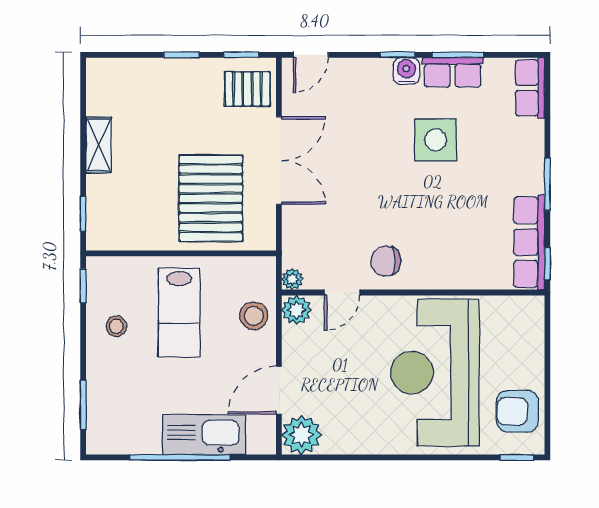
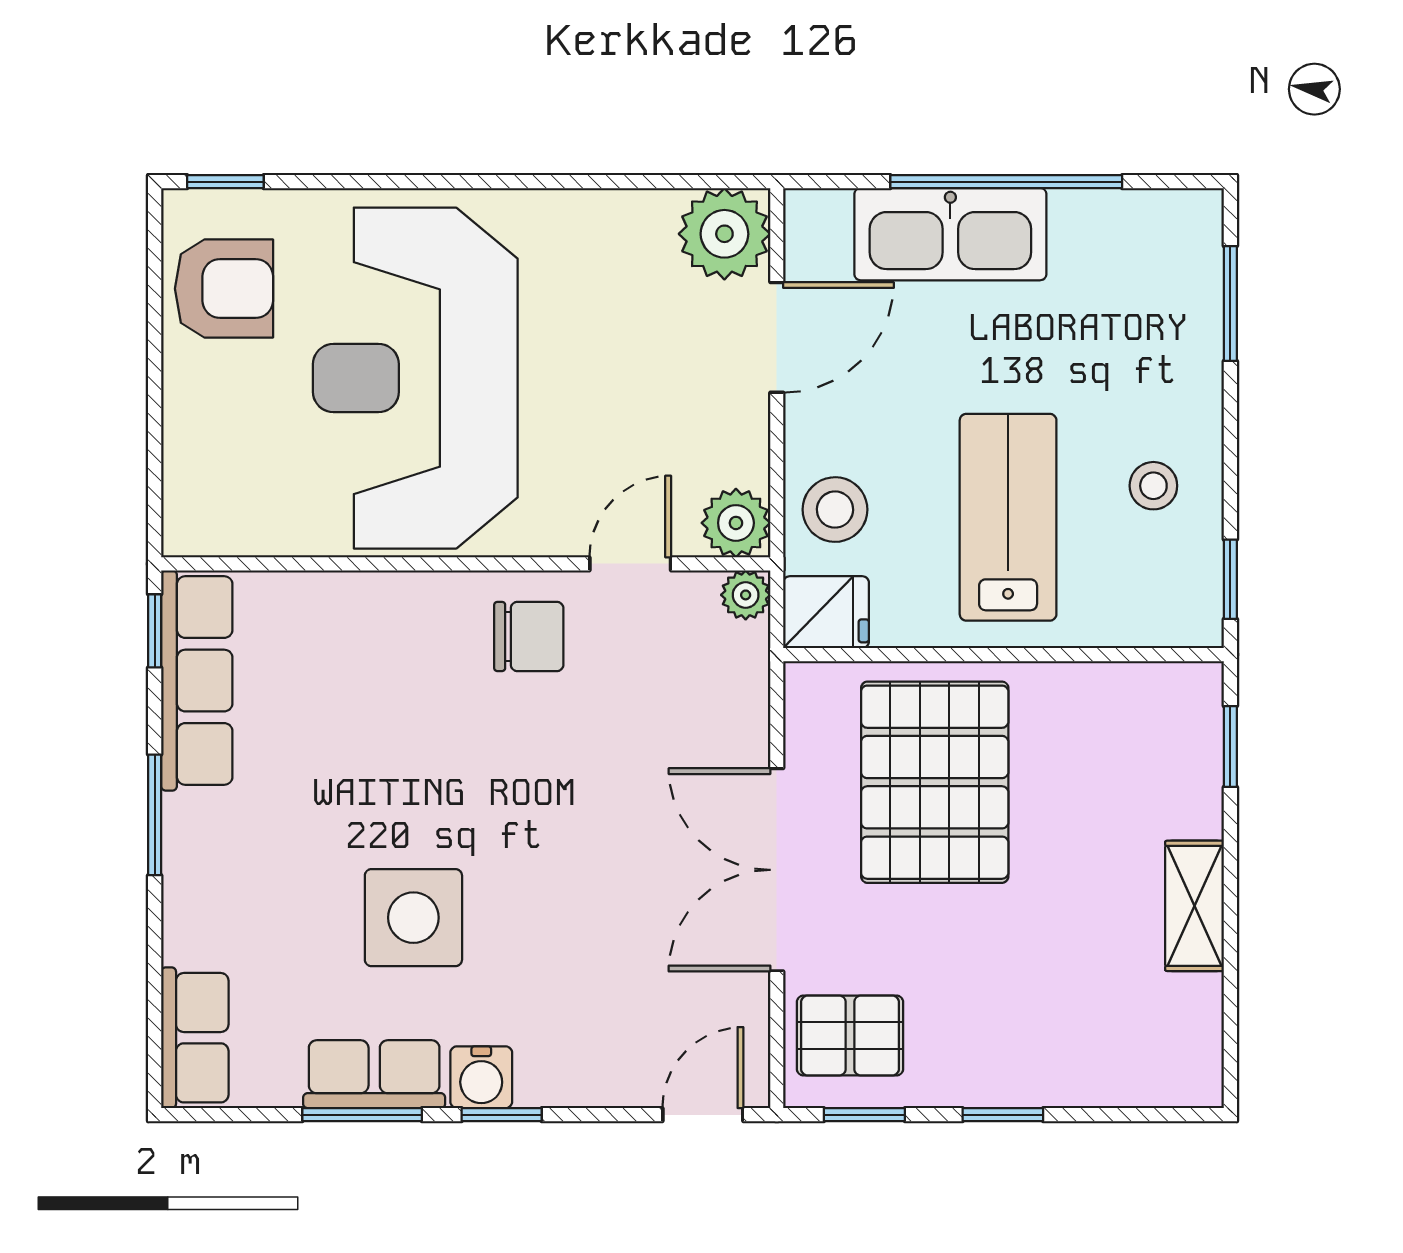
fridge: (258, 272) -> (826, 612), added
reception desk: (435, 373) -> (415, 378), turned 180

